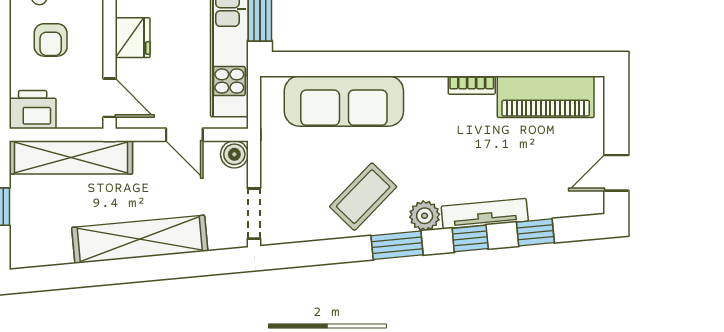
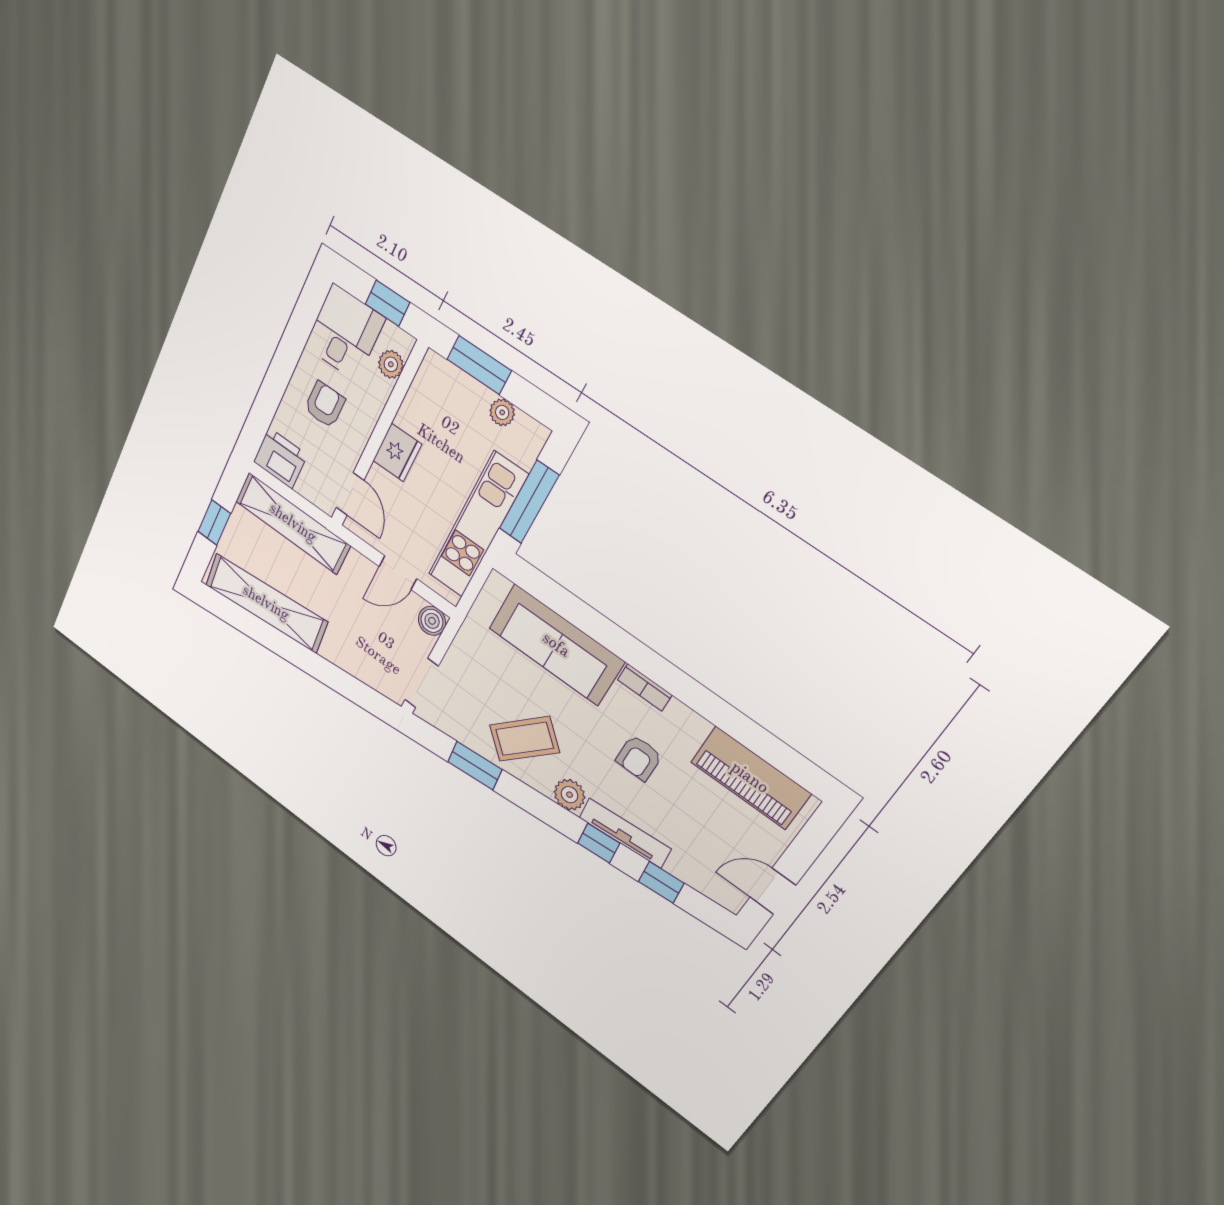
armchair: (51, 40) -> (325, 405), turned 180
bookcase: (472, 85) -> (645, 687), moved
door: (184, 135) -> (398, 573), hinge flipped
armchair: (458, 144) -> (639, 758), added
shelving: (140, 239) -> (266, 603), moved
window: (397, 245) -> (475, 766), moved

